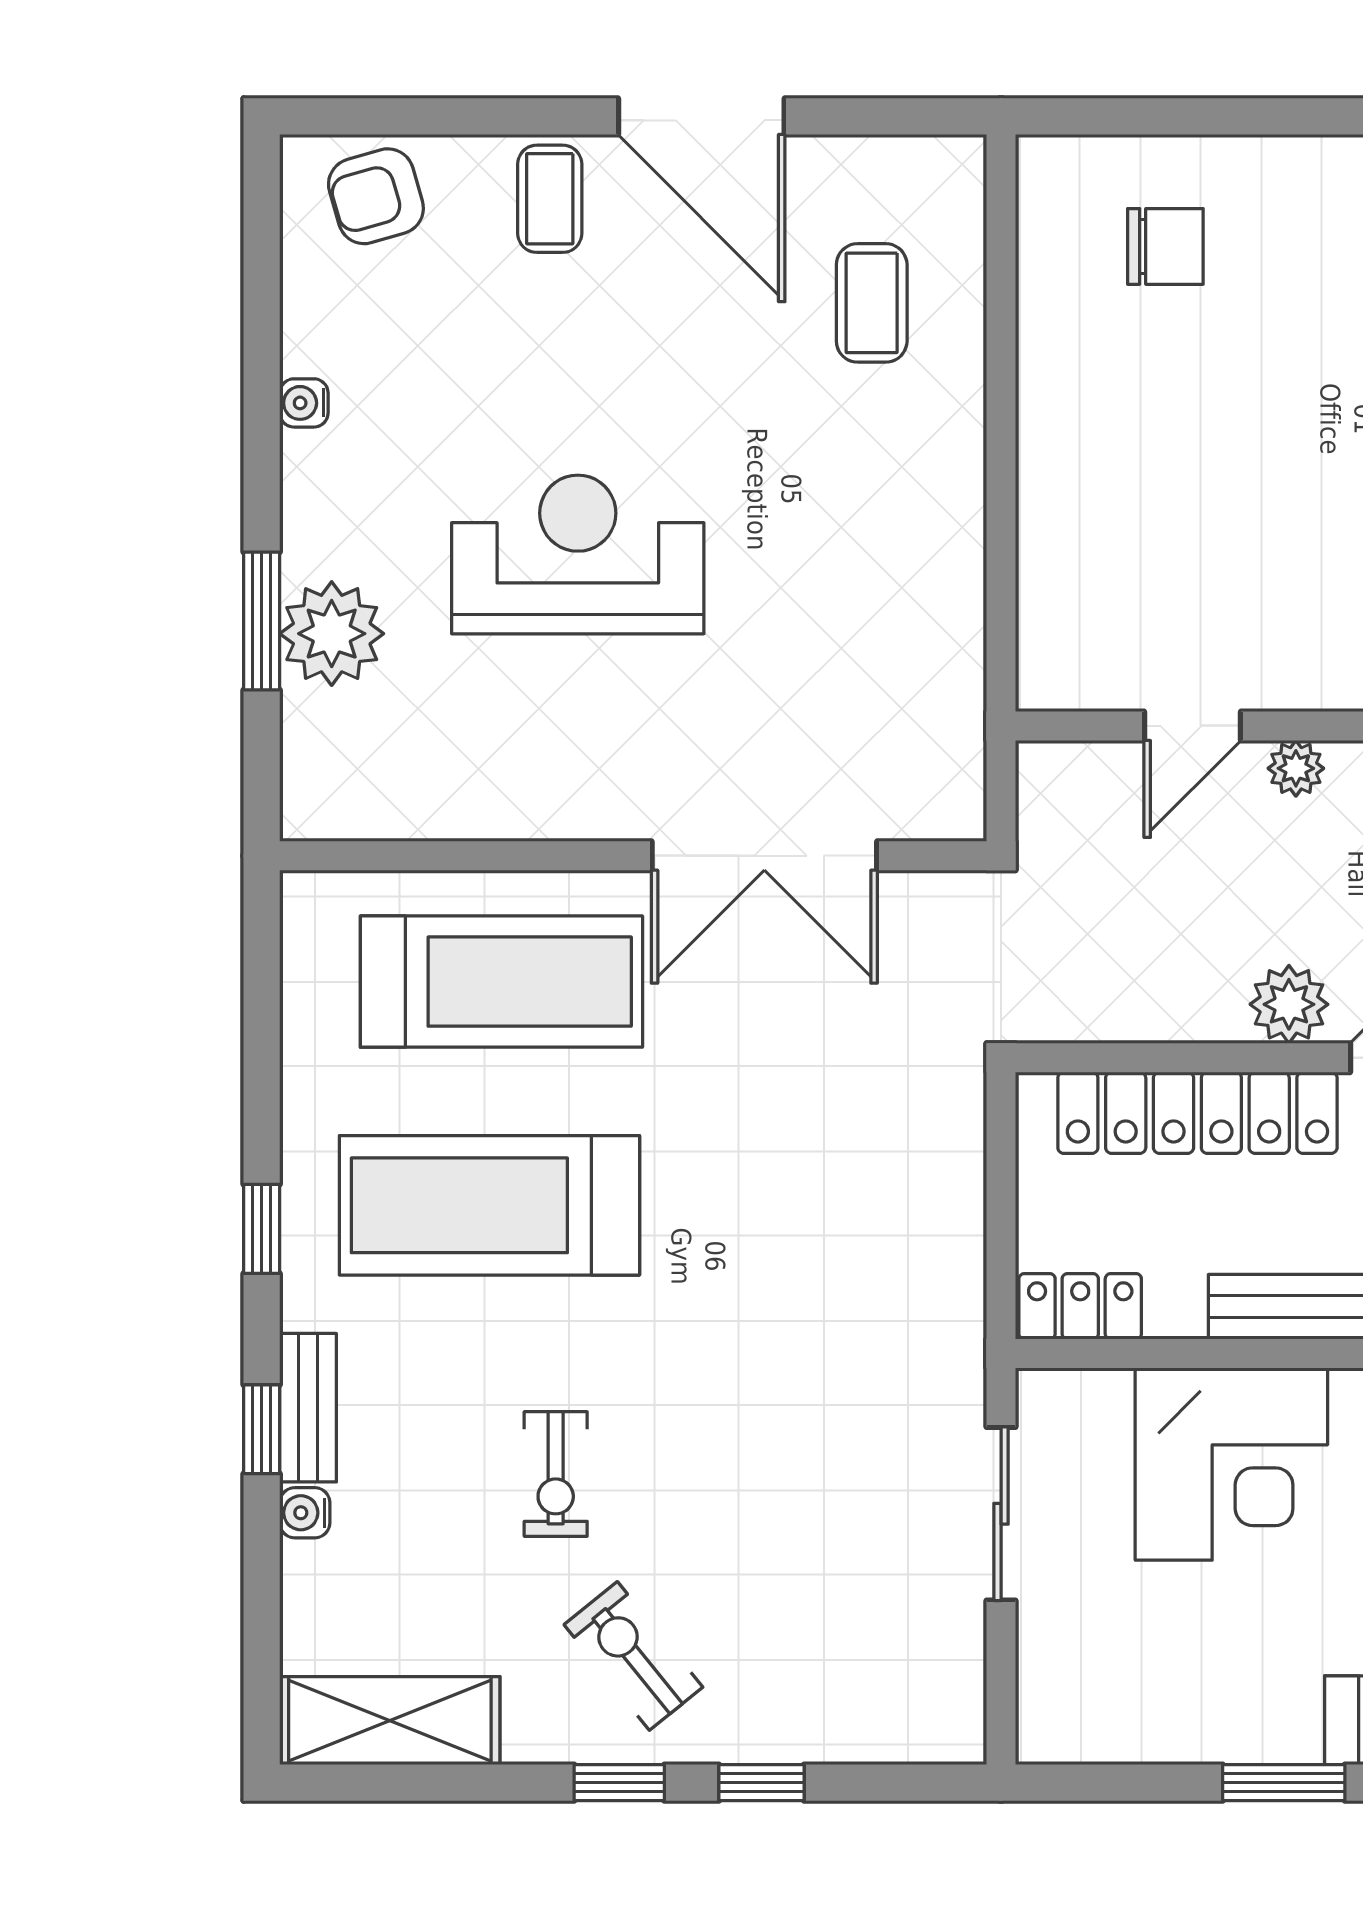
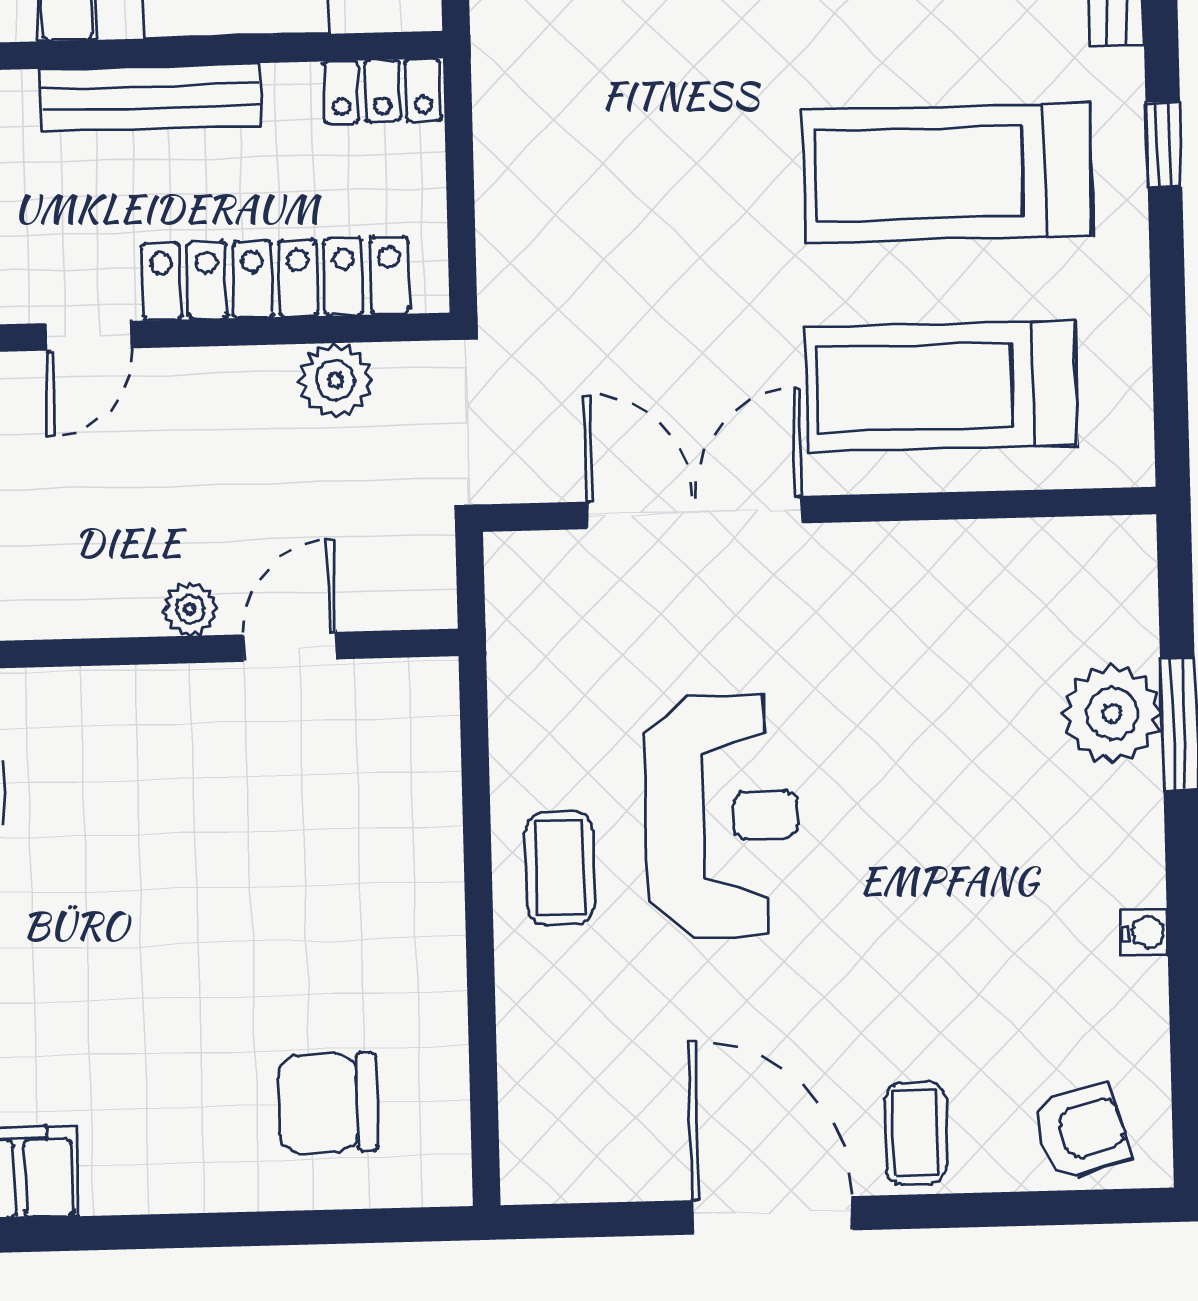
chair: (1165, 246) -> (327, 1103), width x1.37, depth x1.37
coffee table: (872, 303) -> (560, 868), moved
reception desk: (578, 554) -> (722, 816), moved, turned -90
plant: (1289, 1004) -> (336, 380), moved
treadmill: (489, 1205) -> (948, 173), turned 180

